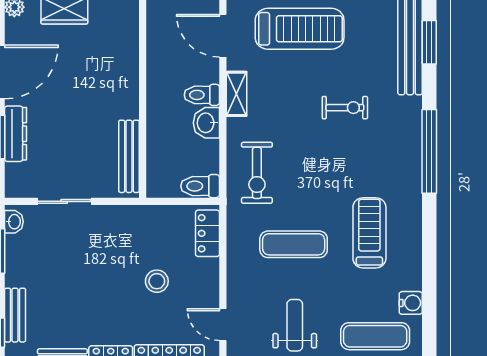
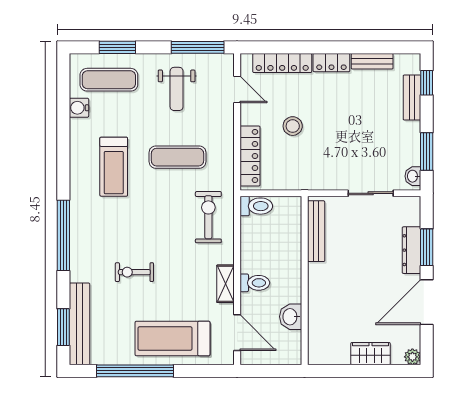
washbasin: (206, 123) -> (291, 317), moved, turned 180
locker: (208, 233) -> (250, 156), width x1.53

